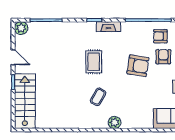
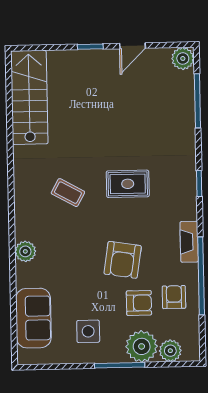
fireplace: (108, 27) -> (189, 242), moved
stairs: (25, 101) -> (29, 97), moved, turned -90
plant: (115, 122) -> (25, 251), moved

